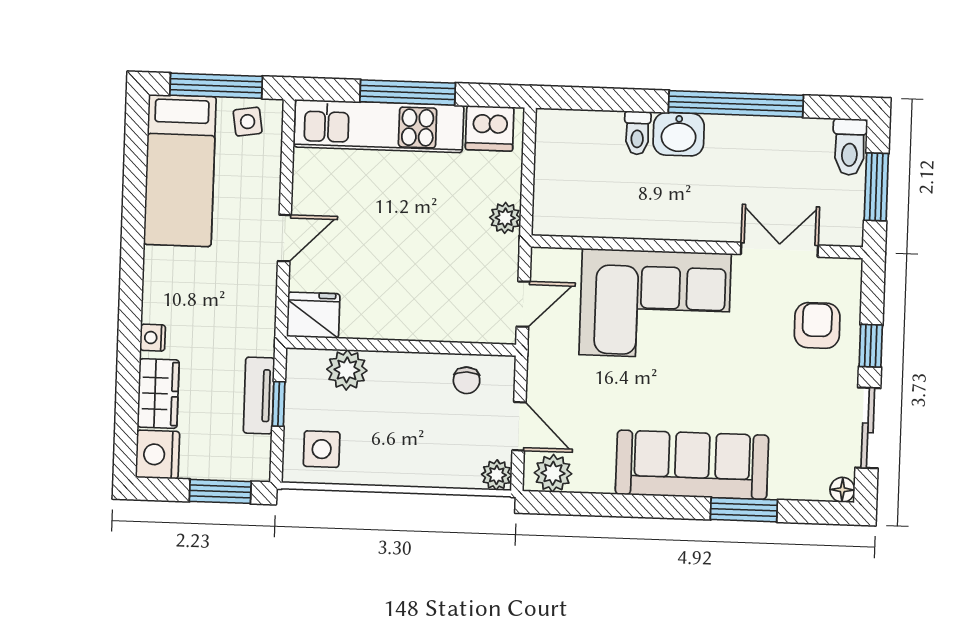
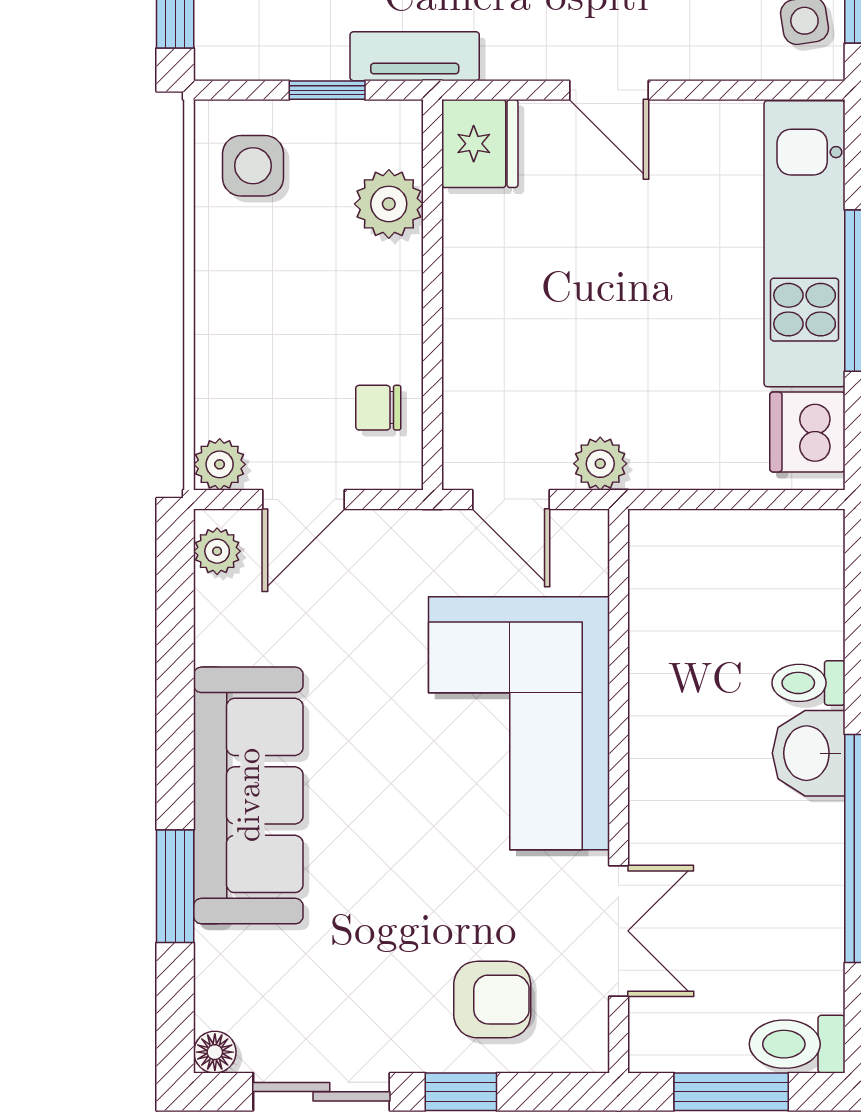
plant: (505, 218) -> (600, 464), moved
tv unit: (259, 395) -> (415, 56), moved
plant: (553, 473) -> (217, 551), width x0.73, depth x0.73

